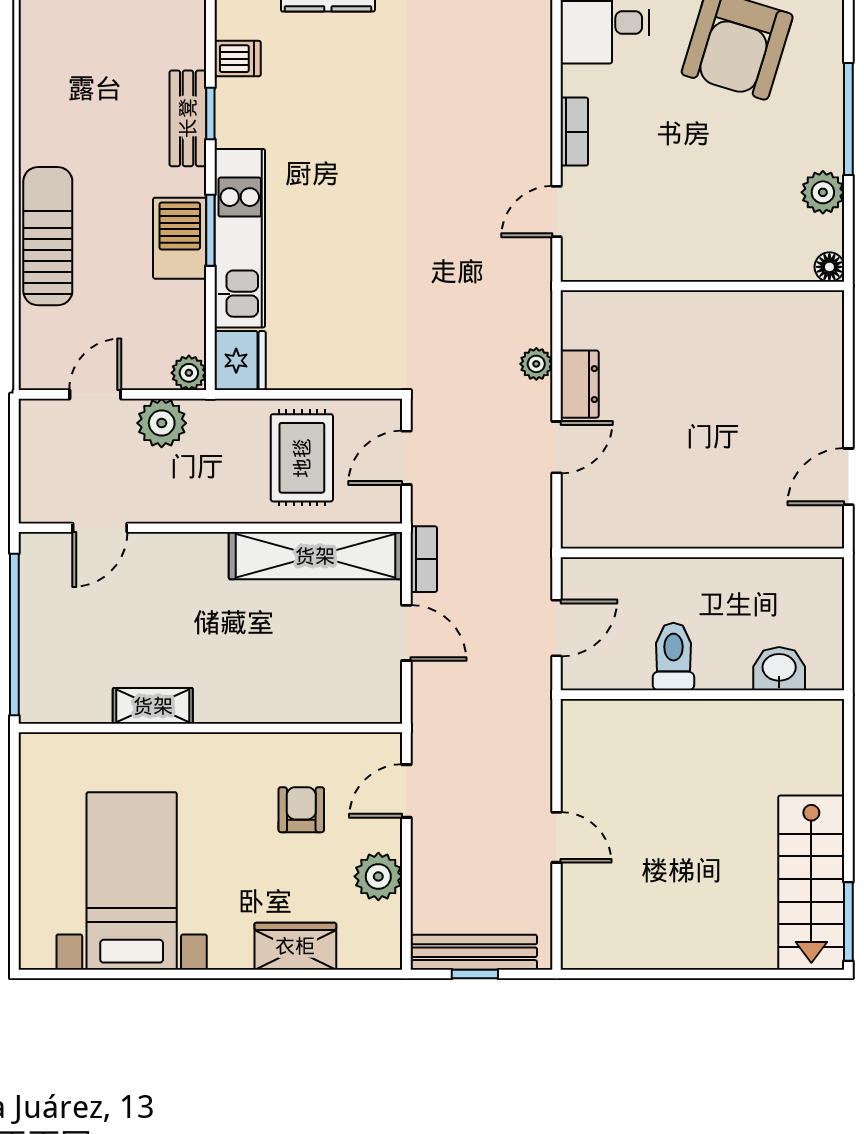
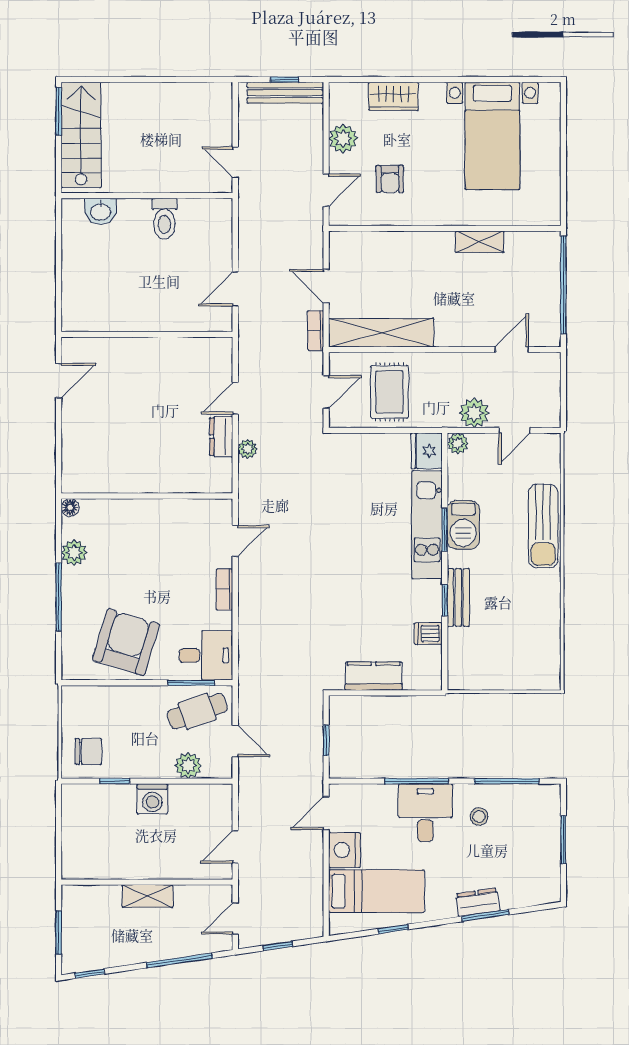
toilet: (673, 657) -> (164, 219), moved
washbasin: (779, 669) -> (101, 211), moved
wall: (702, 695) -> (147, 196), moved

